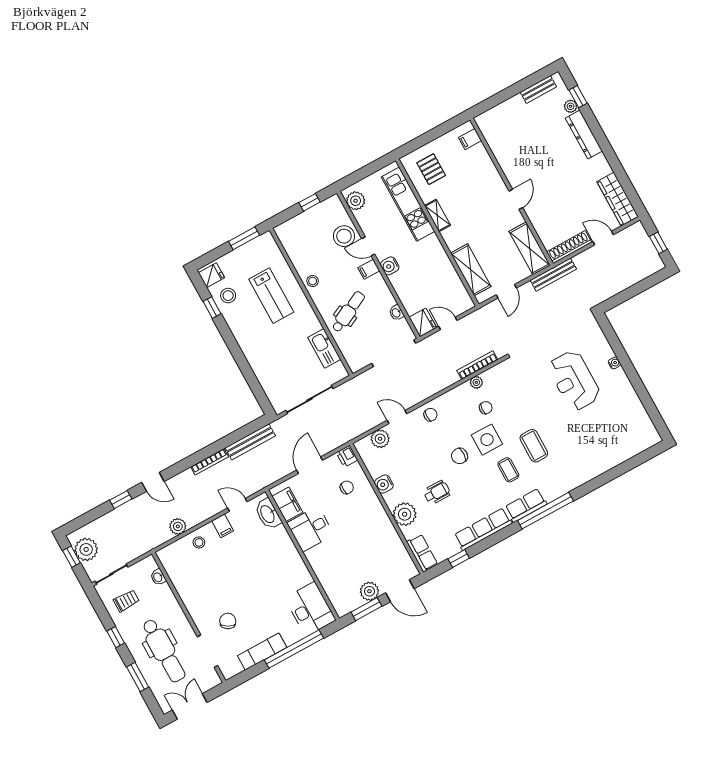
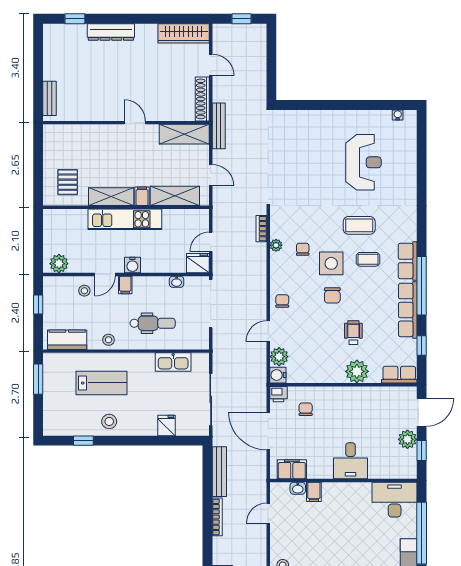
bench: (538, 89) -> (50, 98), moved
plant: (571, 106) -> (80, 30), removed
filing cabinet: (470, 139) -> (142, 196), moved, turned 180
pallet: (431, 169) -> (68, 182), turned 90
kitchen unit: (408, 204) -> (125, 219), moved
shelving: (437, 215) -> (111, 197), width x1.50, depth x1.33
stool: (344, 236) -> (84, 291), width x0.53, depth x0.53
door: (603, 238) -> (211, 65), swing flipped
kitchen counter: (293, 245) -> (67, 340), added
fridge: (211, 275) -> (166, 425), moved
stool: (228, 296) -> (109, 421), moved
dental chair: (348, 312) -> (153, 323), turned 116
water cooler: (614, 363) -> (398, 115), moved
bookcase: (477, 365) -> (261, 229), width x0.64
reception desk: (574, 381) -> (364, 162), moved, turned -90
door: (310, 465) -> (268, 431), width x1.36
water cooler: (384, 484) -> (278, 375), moved, turned 90
window: (545, 511) -> (422, 286), moved
washbasin: (268, 514) -> (298, 488), width x0.52, depth x0.69
filing cabinet: (223, 526) -> (314, 492), moved, turned 90
desk: (310, 529) -> (351, 461), moved
window: (366, 609) -> (422, 450), width x0.67

